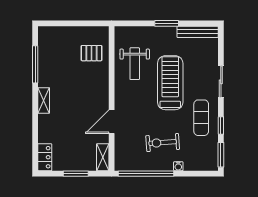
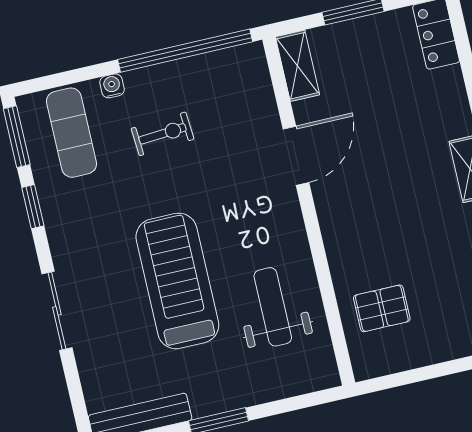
treadmill: (170, 83) -> (177, 281), turned 180
exercise mat: (201, 118) -> (71, 133), moved
exercise bike: (163, 143) -> (163, 134), width x0.73, depth x0.72

